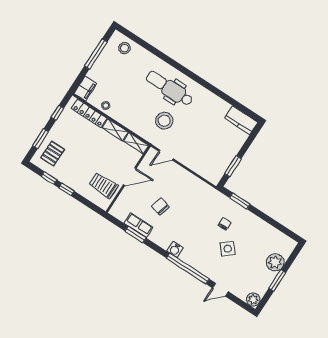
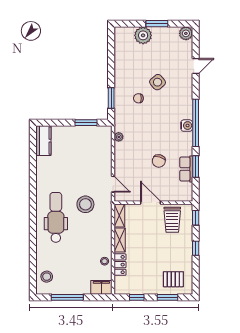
dental chair: (169, 88) -> (56, 217), turned 180
locker: (89, 113) -> (120, 265), width x0.66
window: (49, 178) -> (196, 218), moved
plant: (203, 186) -> (119, 137), added
window: (188, 269) -> (196, 123), moved
door: (220, 290) -> (196, 66), hinge flipped

